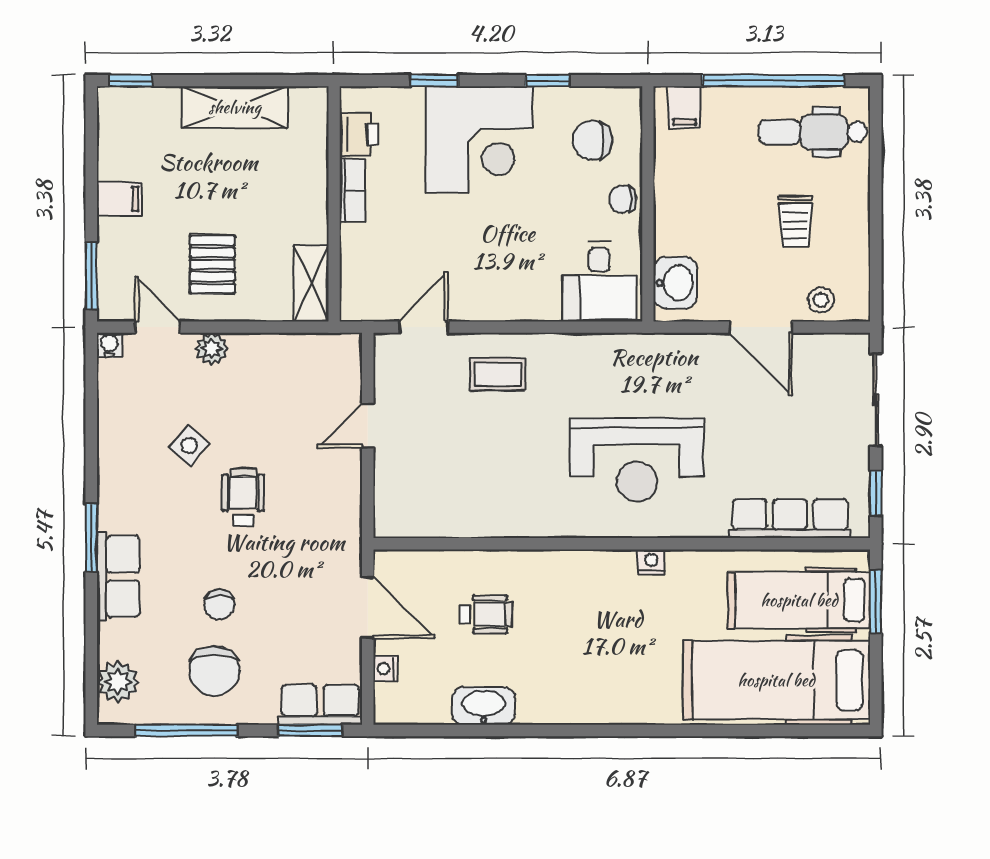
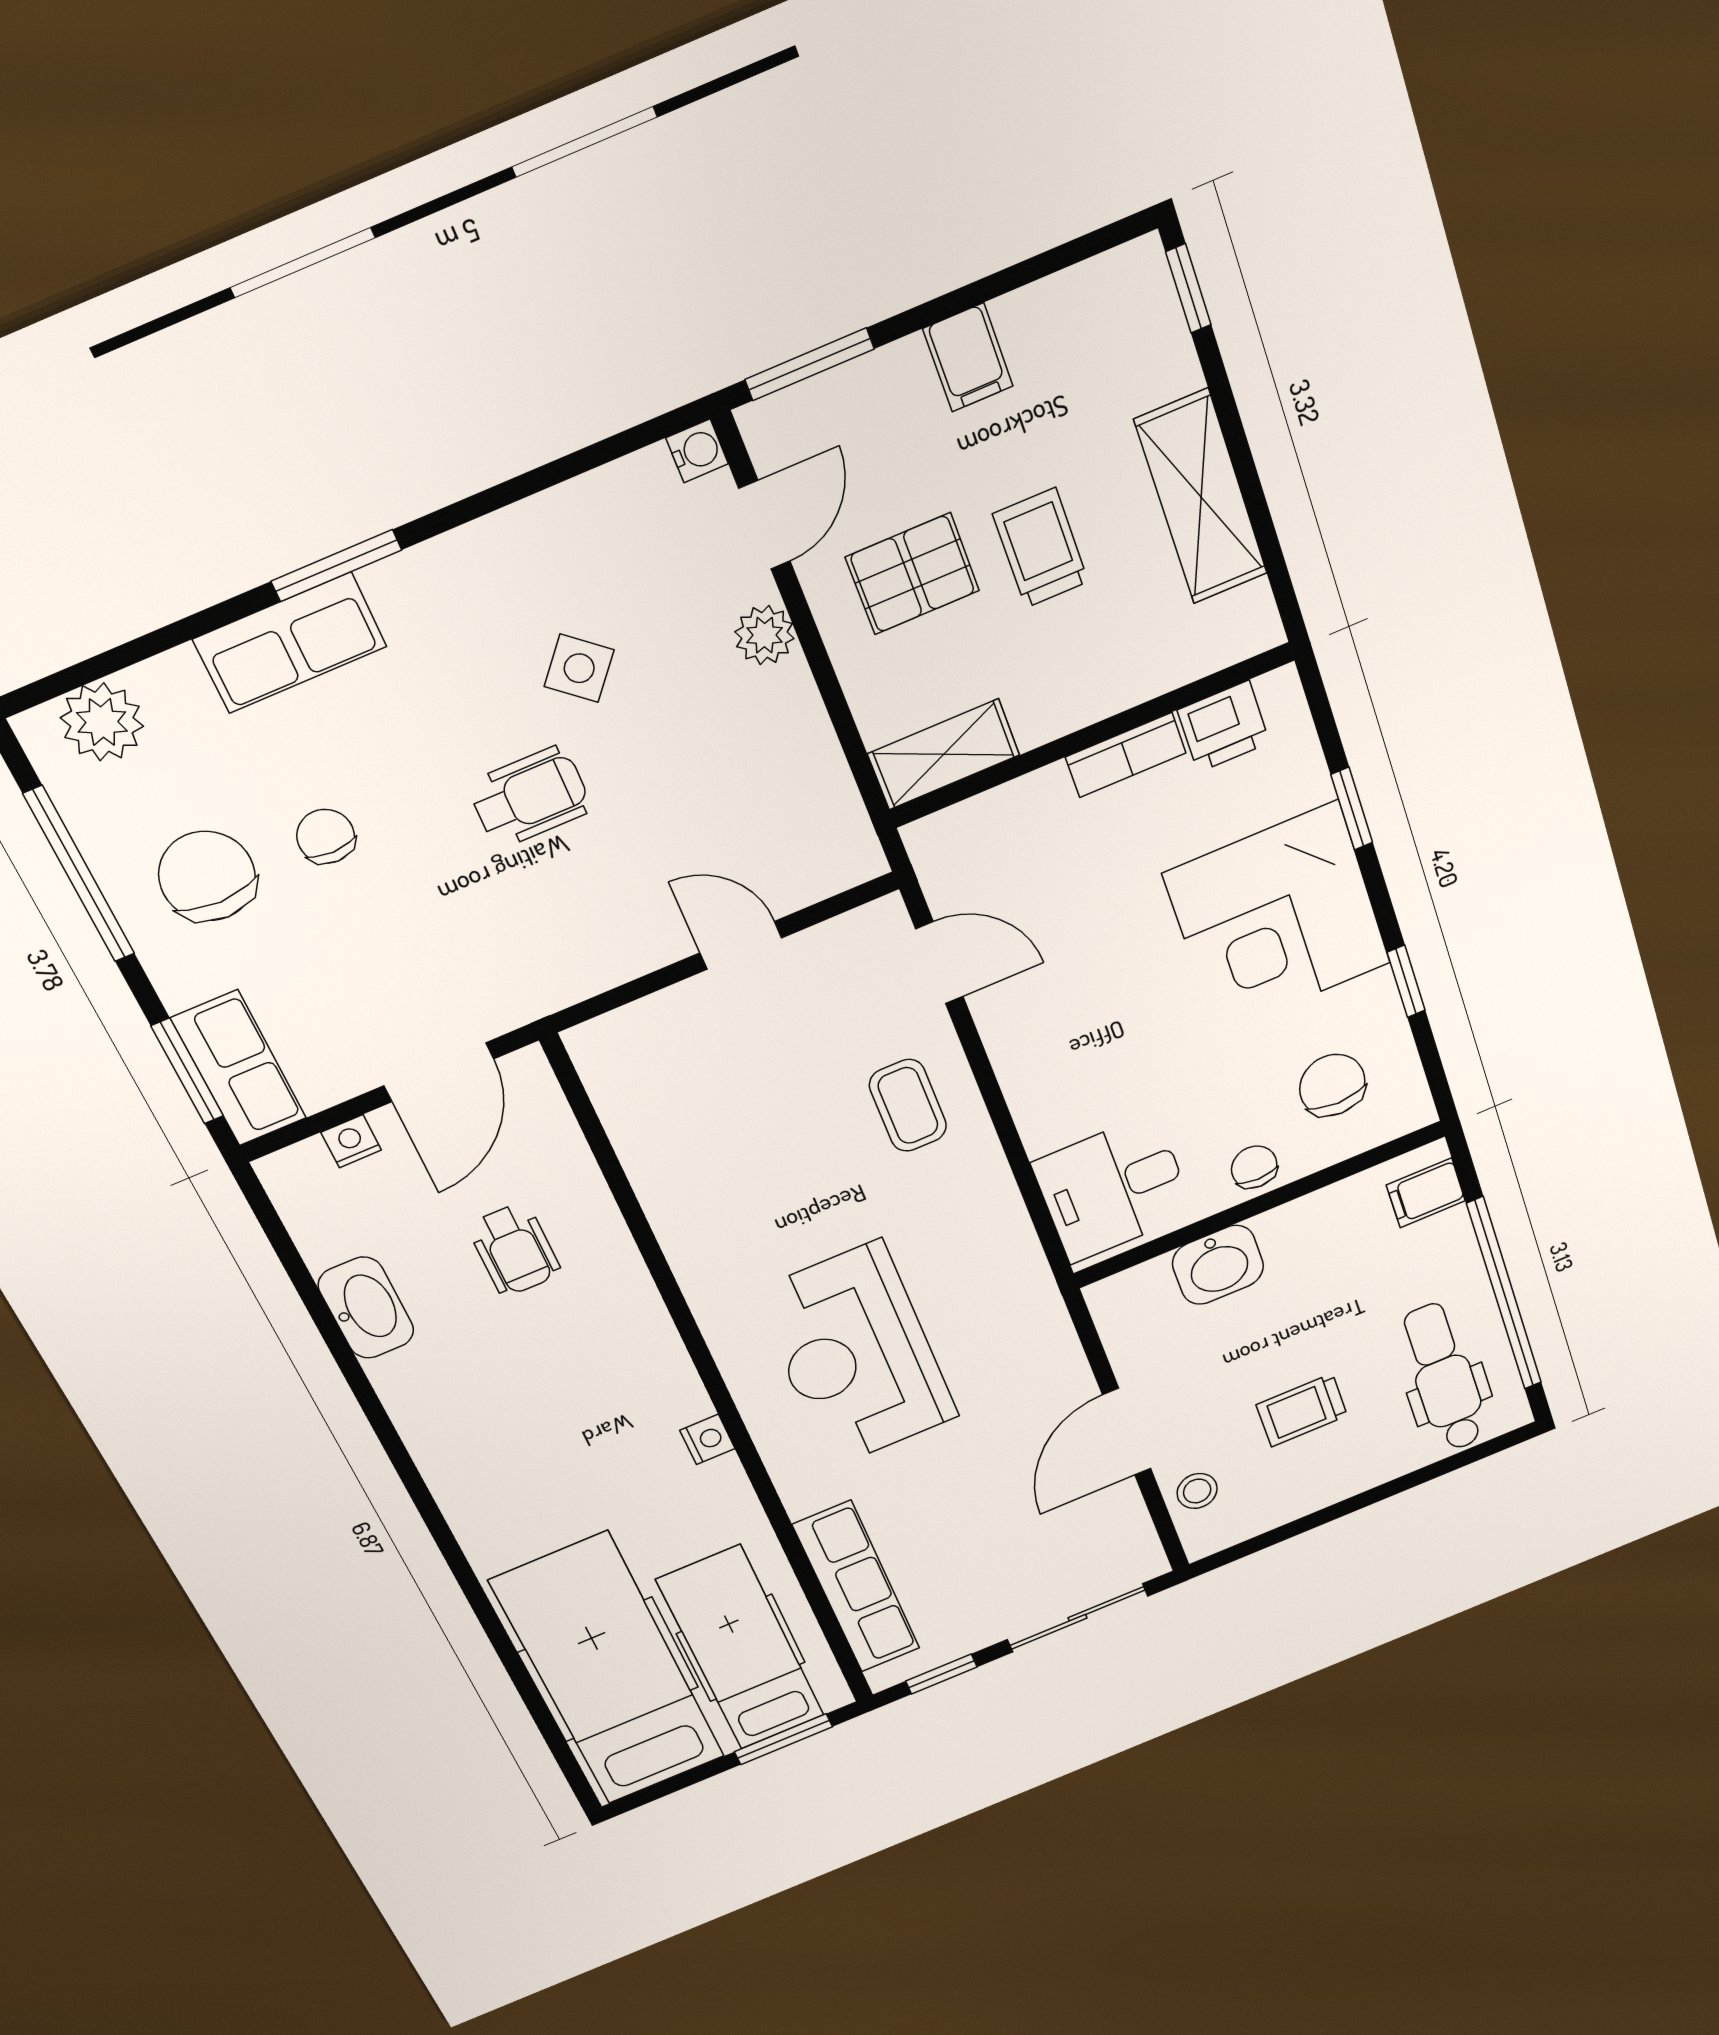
trolley: (226, 196) -> (1041, 548), added
washbasin: (675, 283) -> (1218, 1265), moved
chair: (219, 605) -> (326, 836), turned 90
chair: (214, 671) -> (207, 876), turned 90

